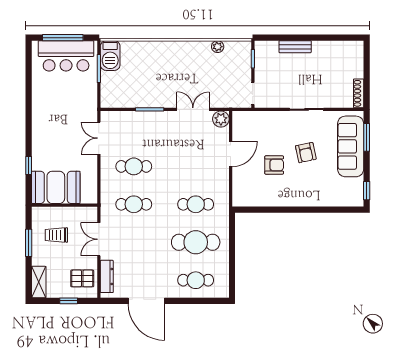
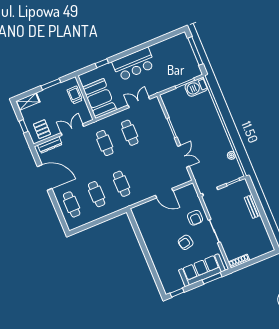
bar counter: (66, 56) -> (134, 64), moved, turned -90
plant: (221, 119) -> (185, 177), removed
armchair: (274, 165) -> (195, 218), moved
booth: (56, 187) -> (100, 99), moved
trolley: (56, 235) -> (75, 95), moved
cafe table: (196, 242) -> (97, 194), width x0.73, depth x0.74
door: (146, 301) -> (45, 177), swing flipped

